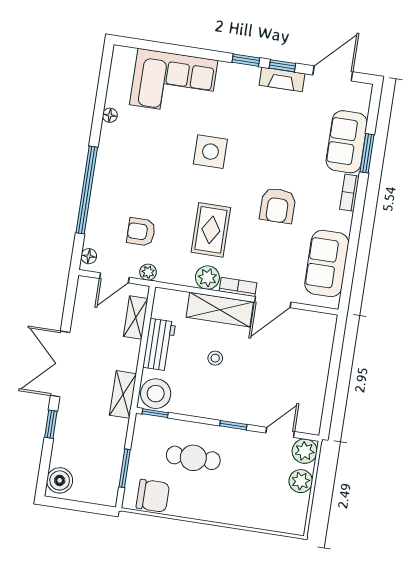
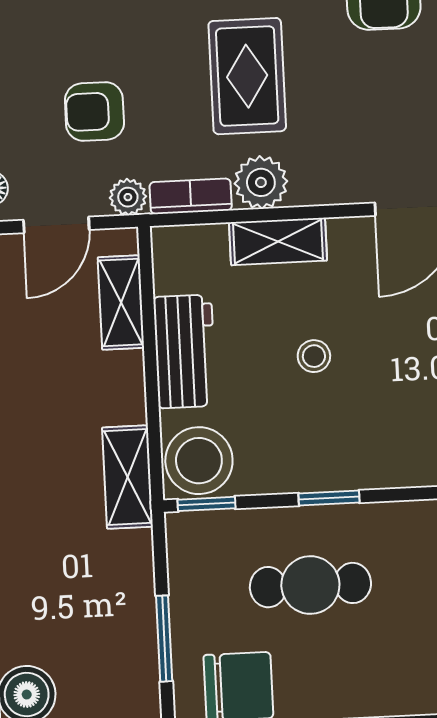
bookcase: (238, 287) -> (191, 196), moved
shelving: (220, 310) -> (278, 241), width x0.67, depth x0.75
window: (233, 425) -> (329, 498), moved

